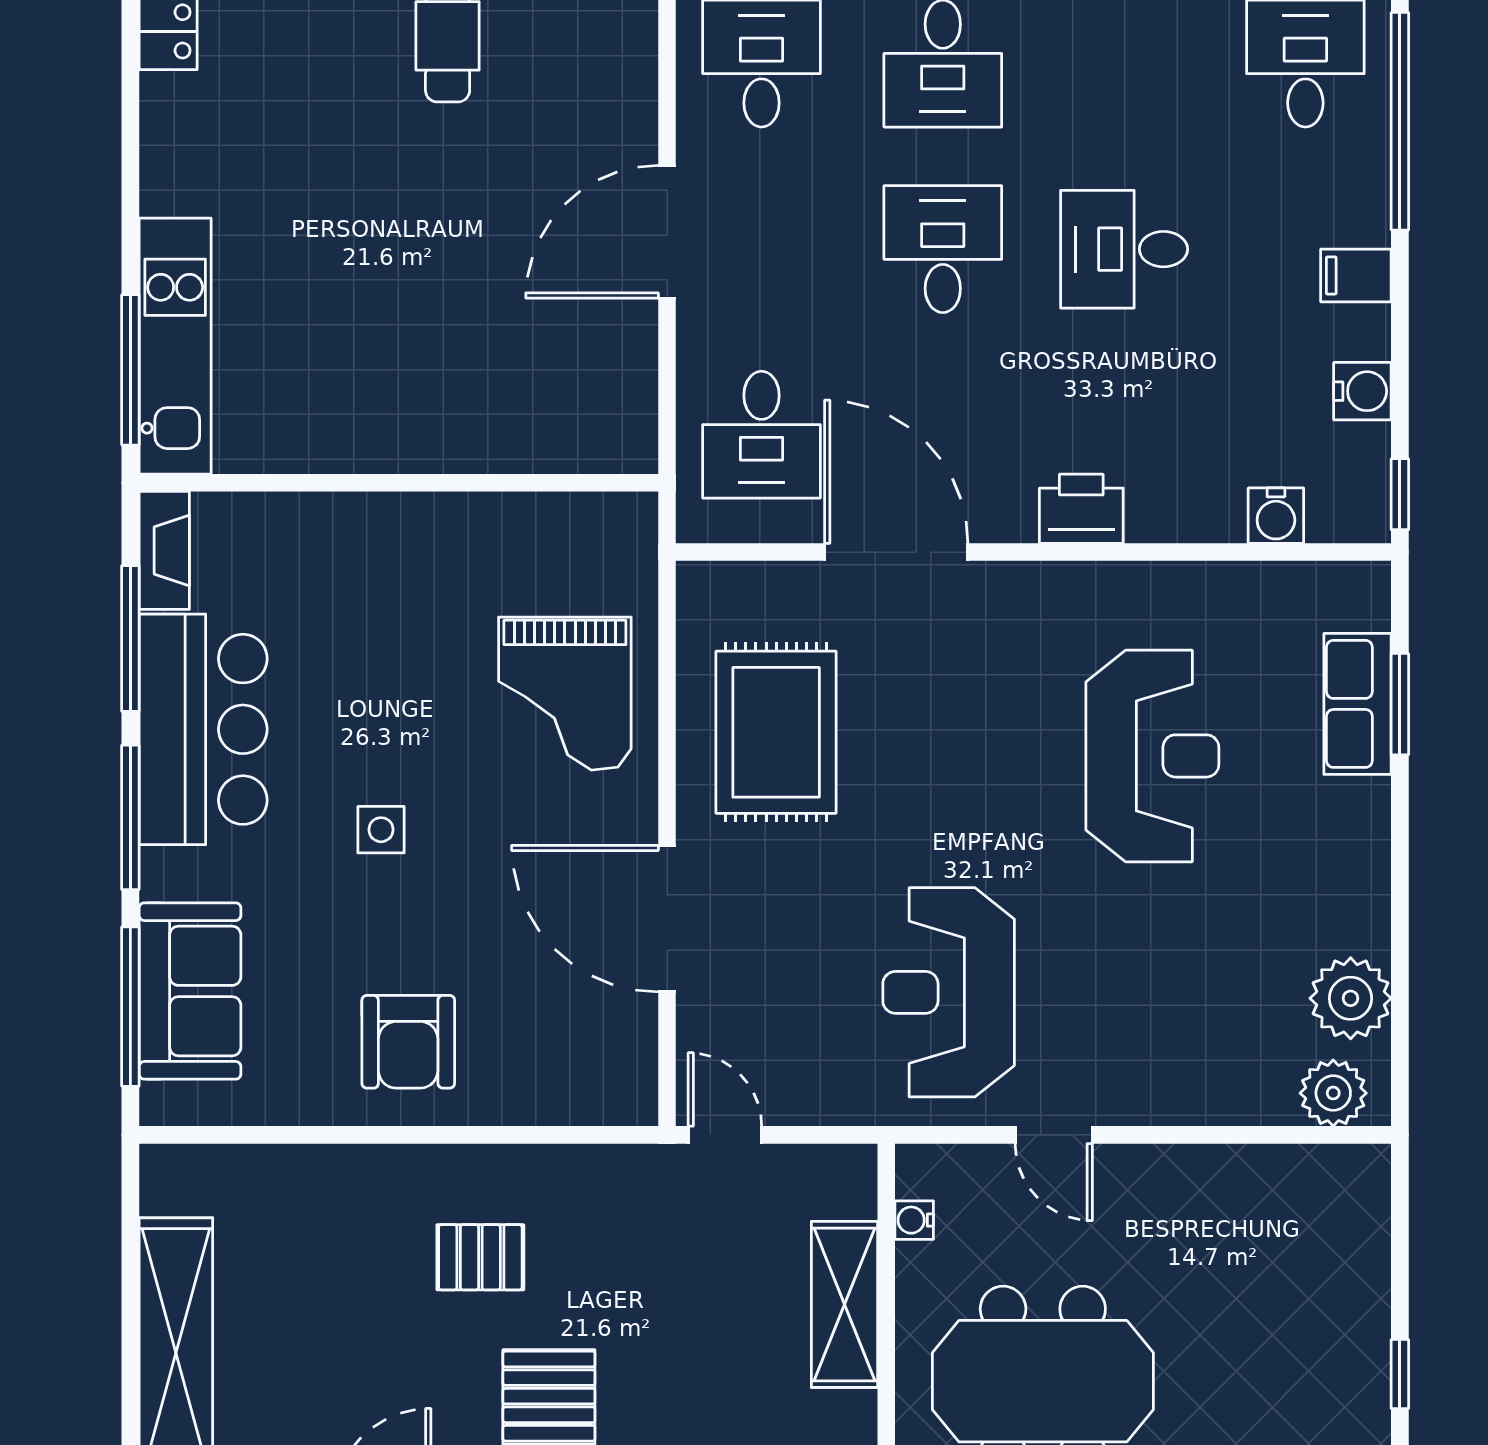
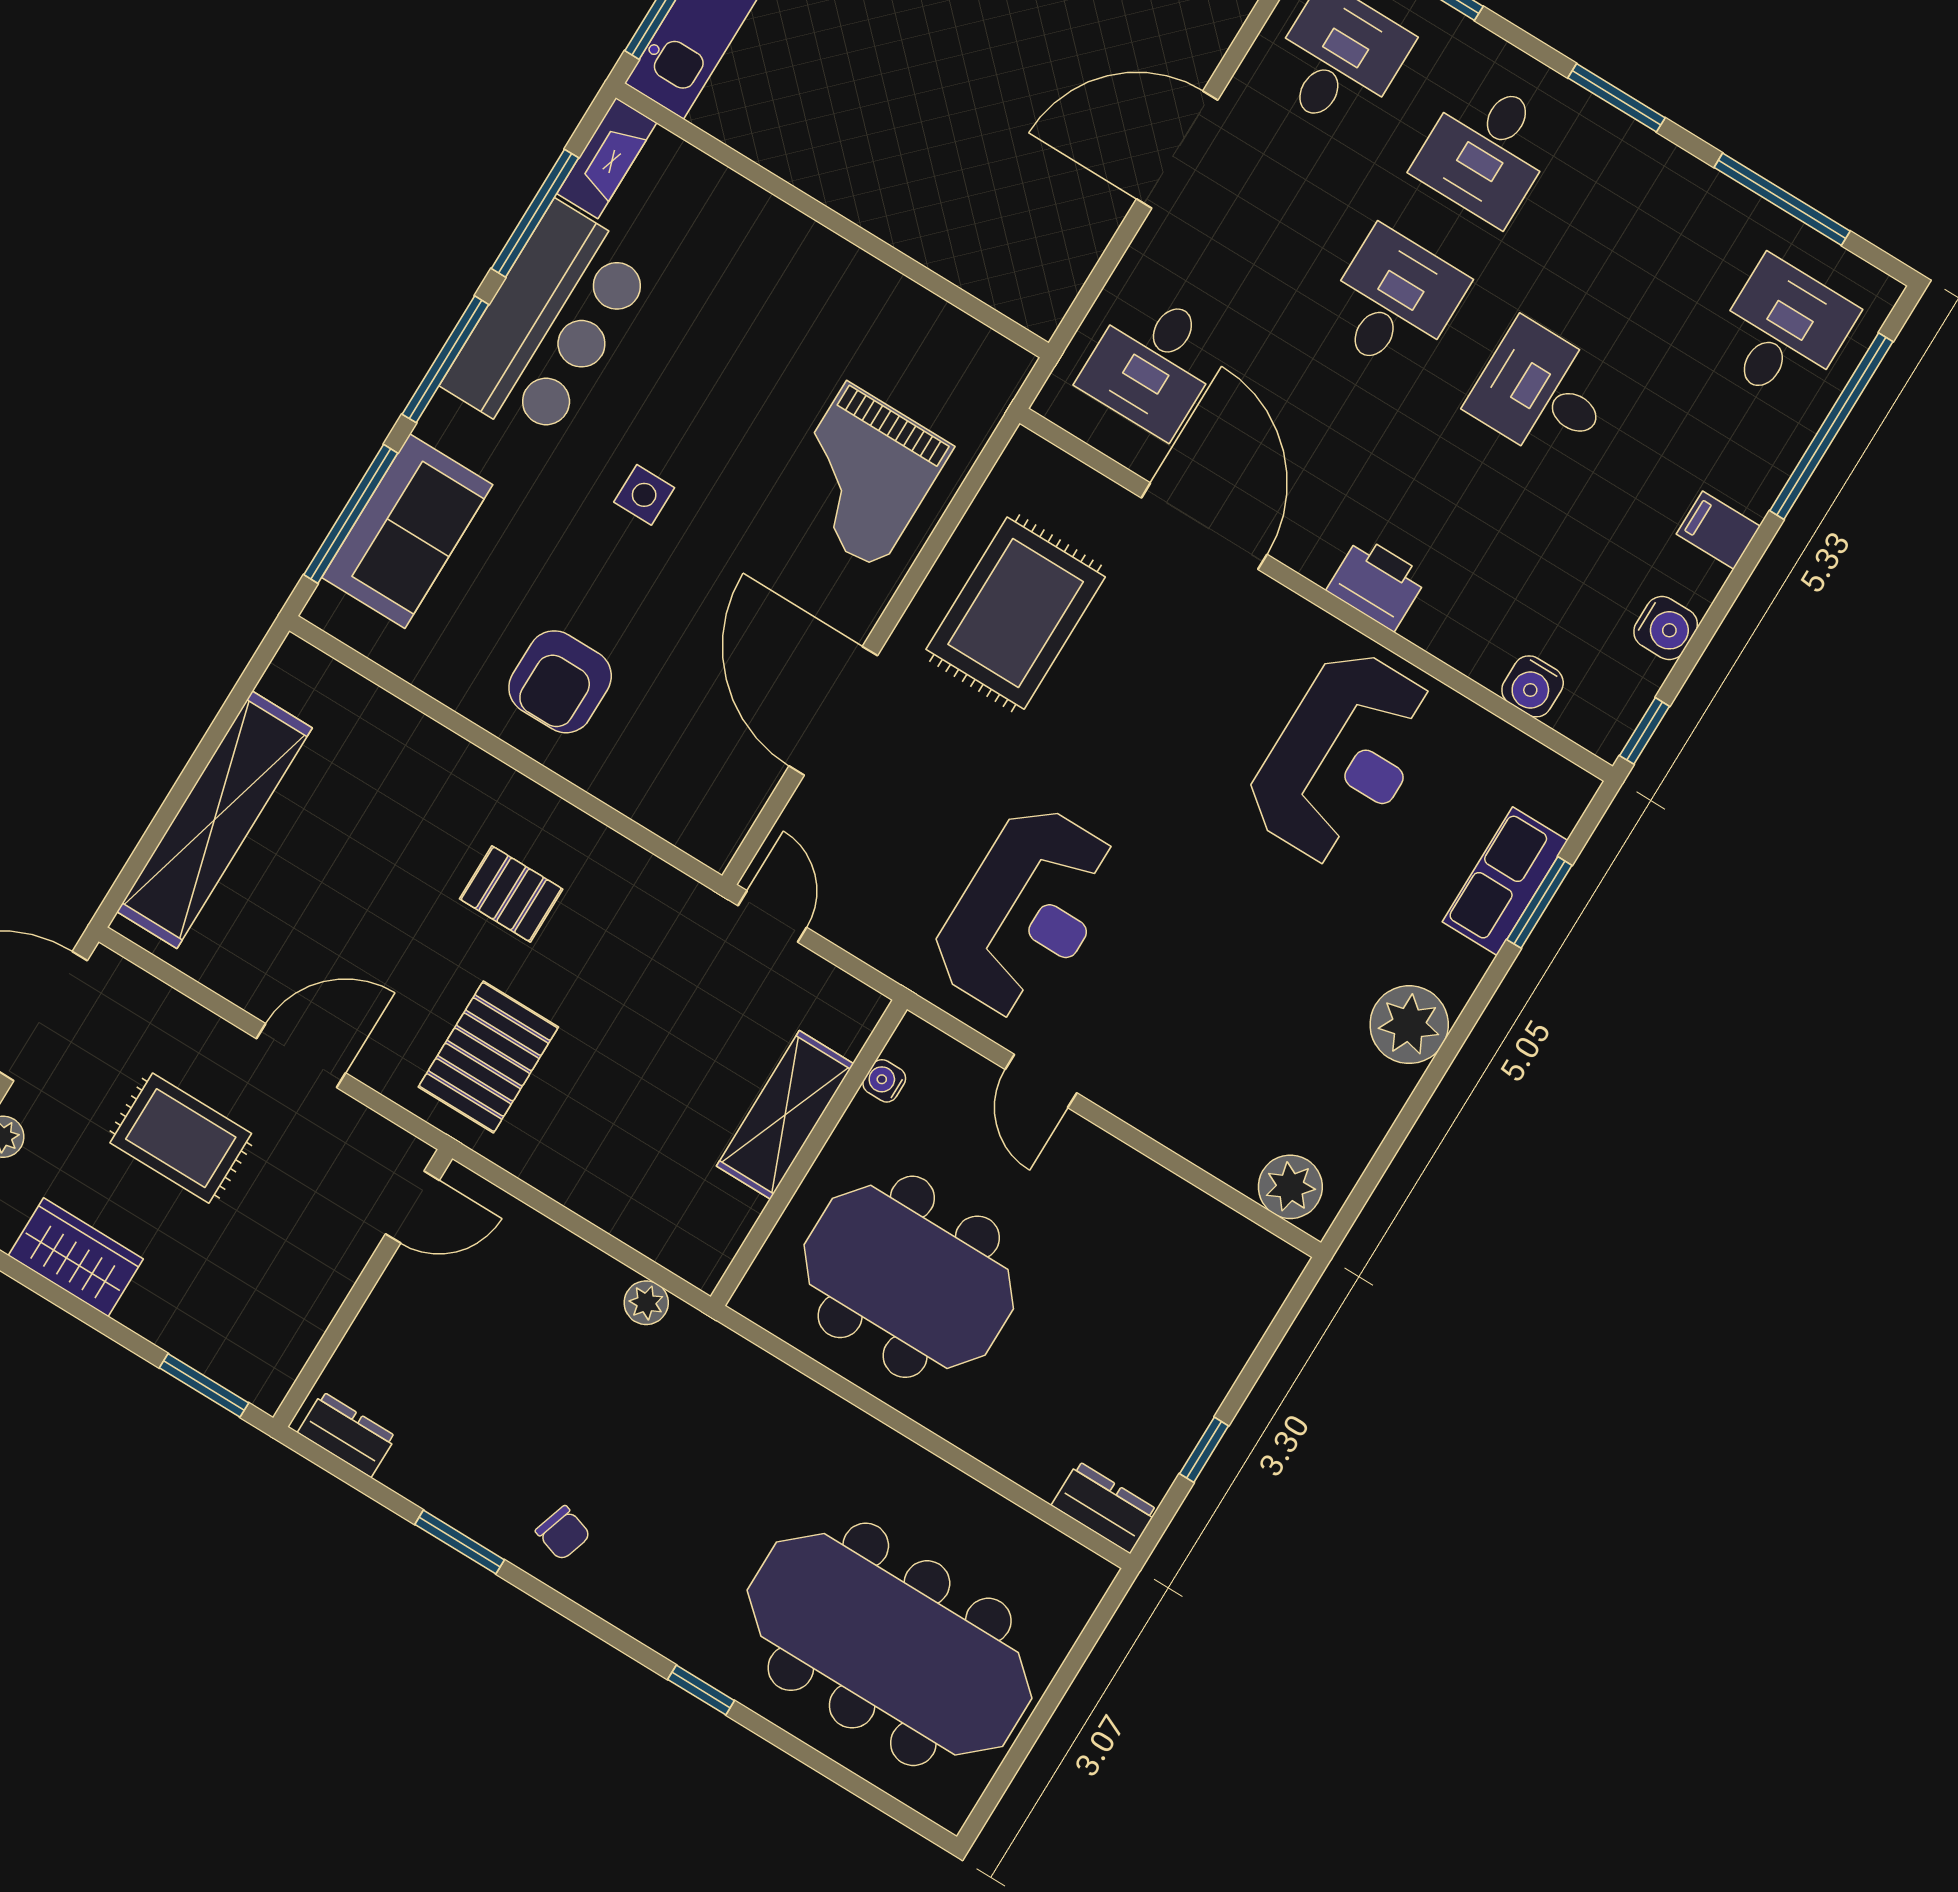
reception desk: (1152, 756) -> (1342, 758), moved
reception desk: (949, 992) -> (1026, 912), turned 180
plant: (1351, 998) -> (1409, 1025), moved

